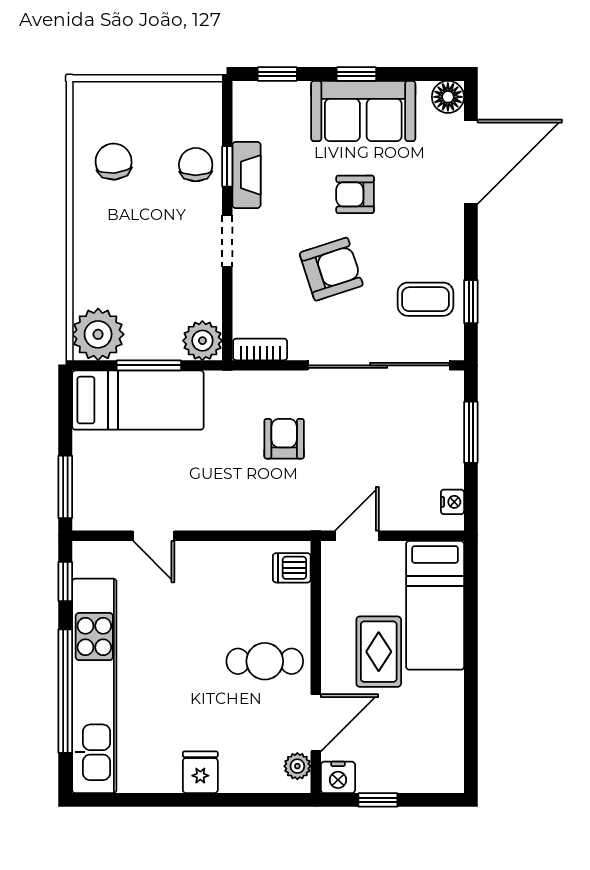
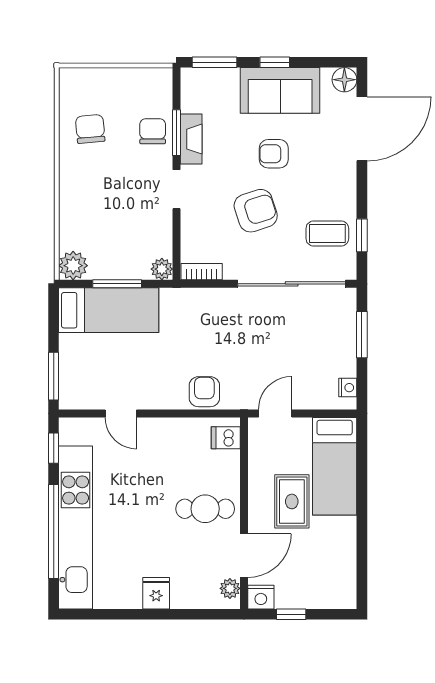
window: (277, 74) -> (215, 62), width x1.50
window: (227, 166) -> (177, 133), width x1.50
plant: (98, 334) -> (73, 266), width x0.73, depth x0.73
plant: (202, 341) -> (162, 269), width x0.73, depth x0.73
armchair: (284, 439) -> (204, 392), moved

